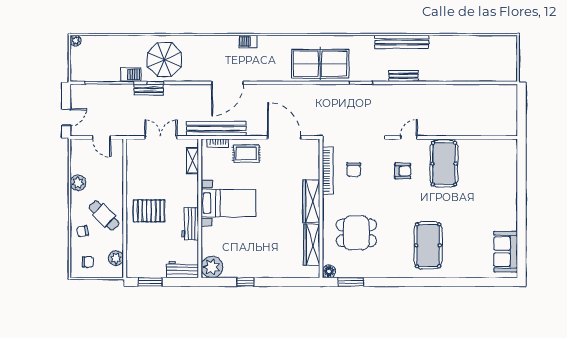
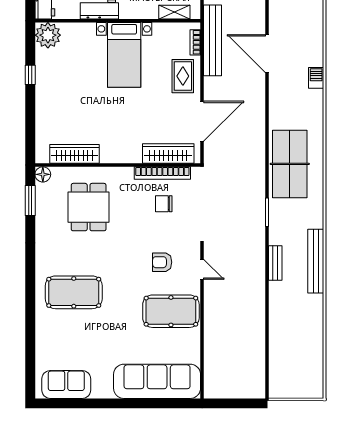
armchair: (403, 171) -> (162, 262), turned 90
sofa: (503, 175) -> (157, 381), added
wardrobe: (311, 201) -> (168, 154), moved

